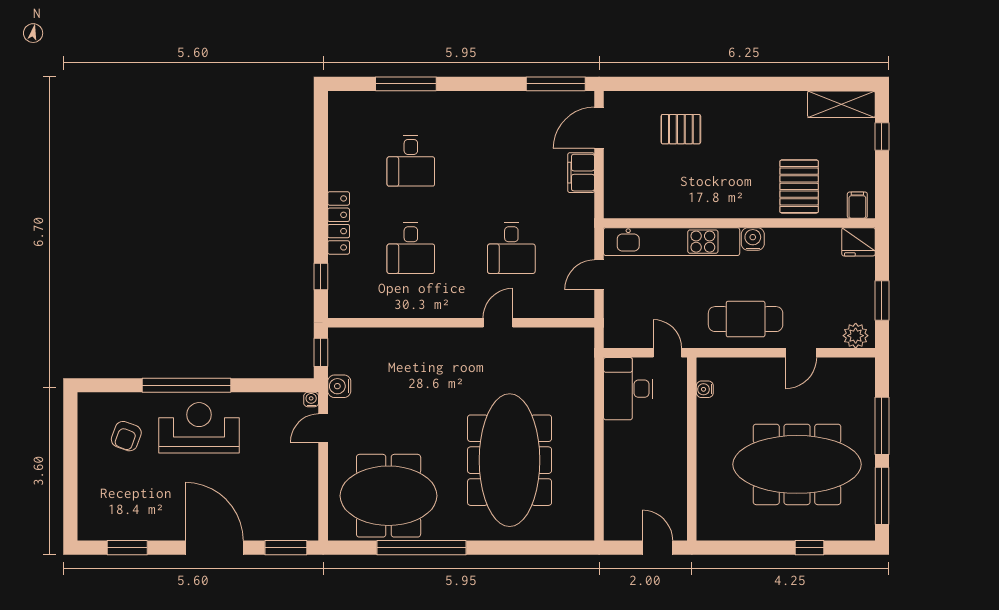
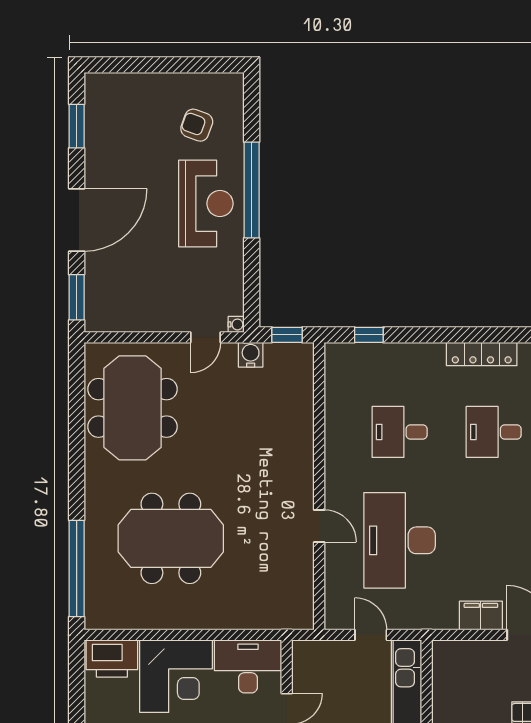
locker: (339, 223) -> (482, 354), moved
desk: (511, 248) -> (400, 540), width x1.87, depth x1.30
door: (323, 428) -> (206, 337), swing flipped
corner desk: (637, 455) -> (176, 676), added
meeting table: (510, 460) -> (171, 538), width x0.73
printer: (621, 515) -> (112, 658), added
window: (421, 548) -> (77, 568), moved
door: (658, 548) -> (77, 698), removed

